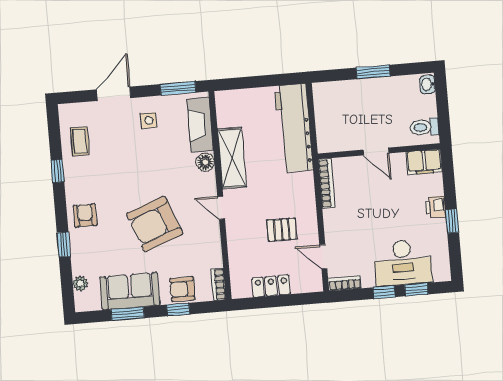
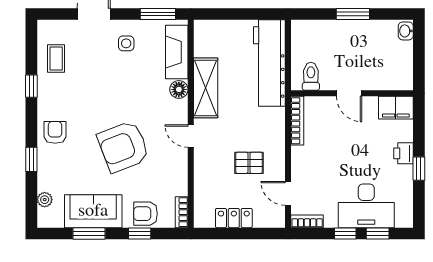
toilet: (424, 127) -> (311, 76), moved, turned 90

